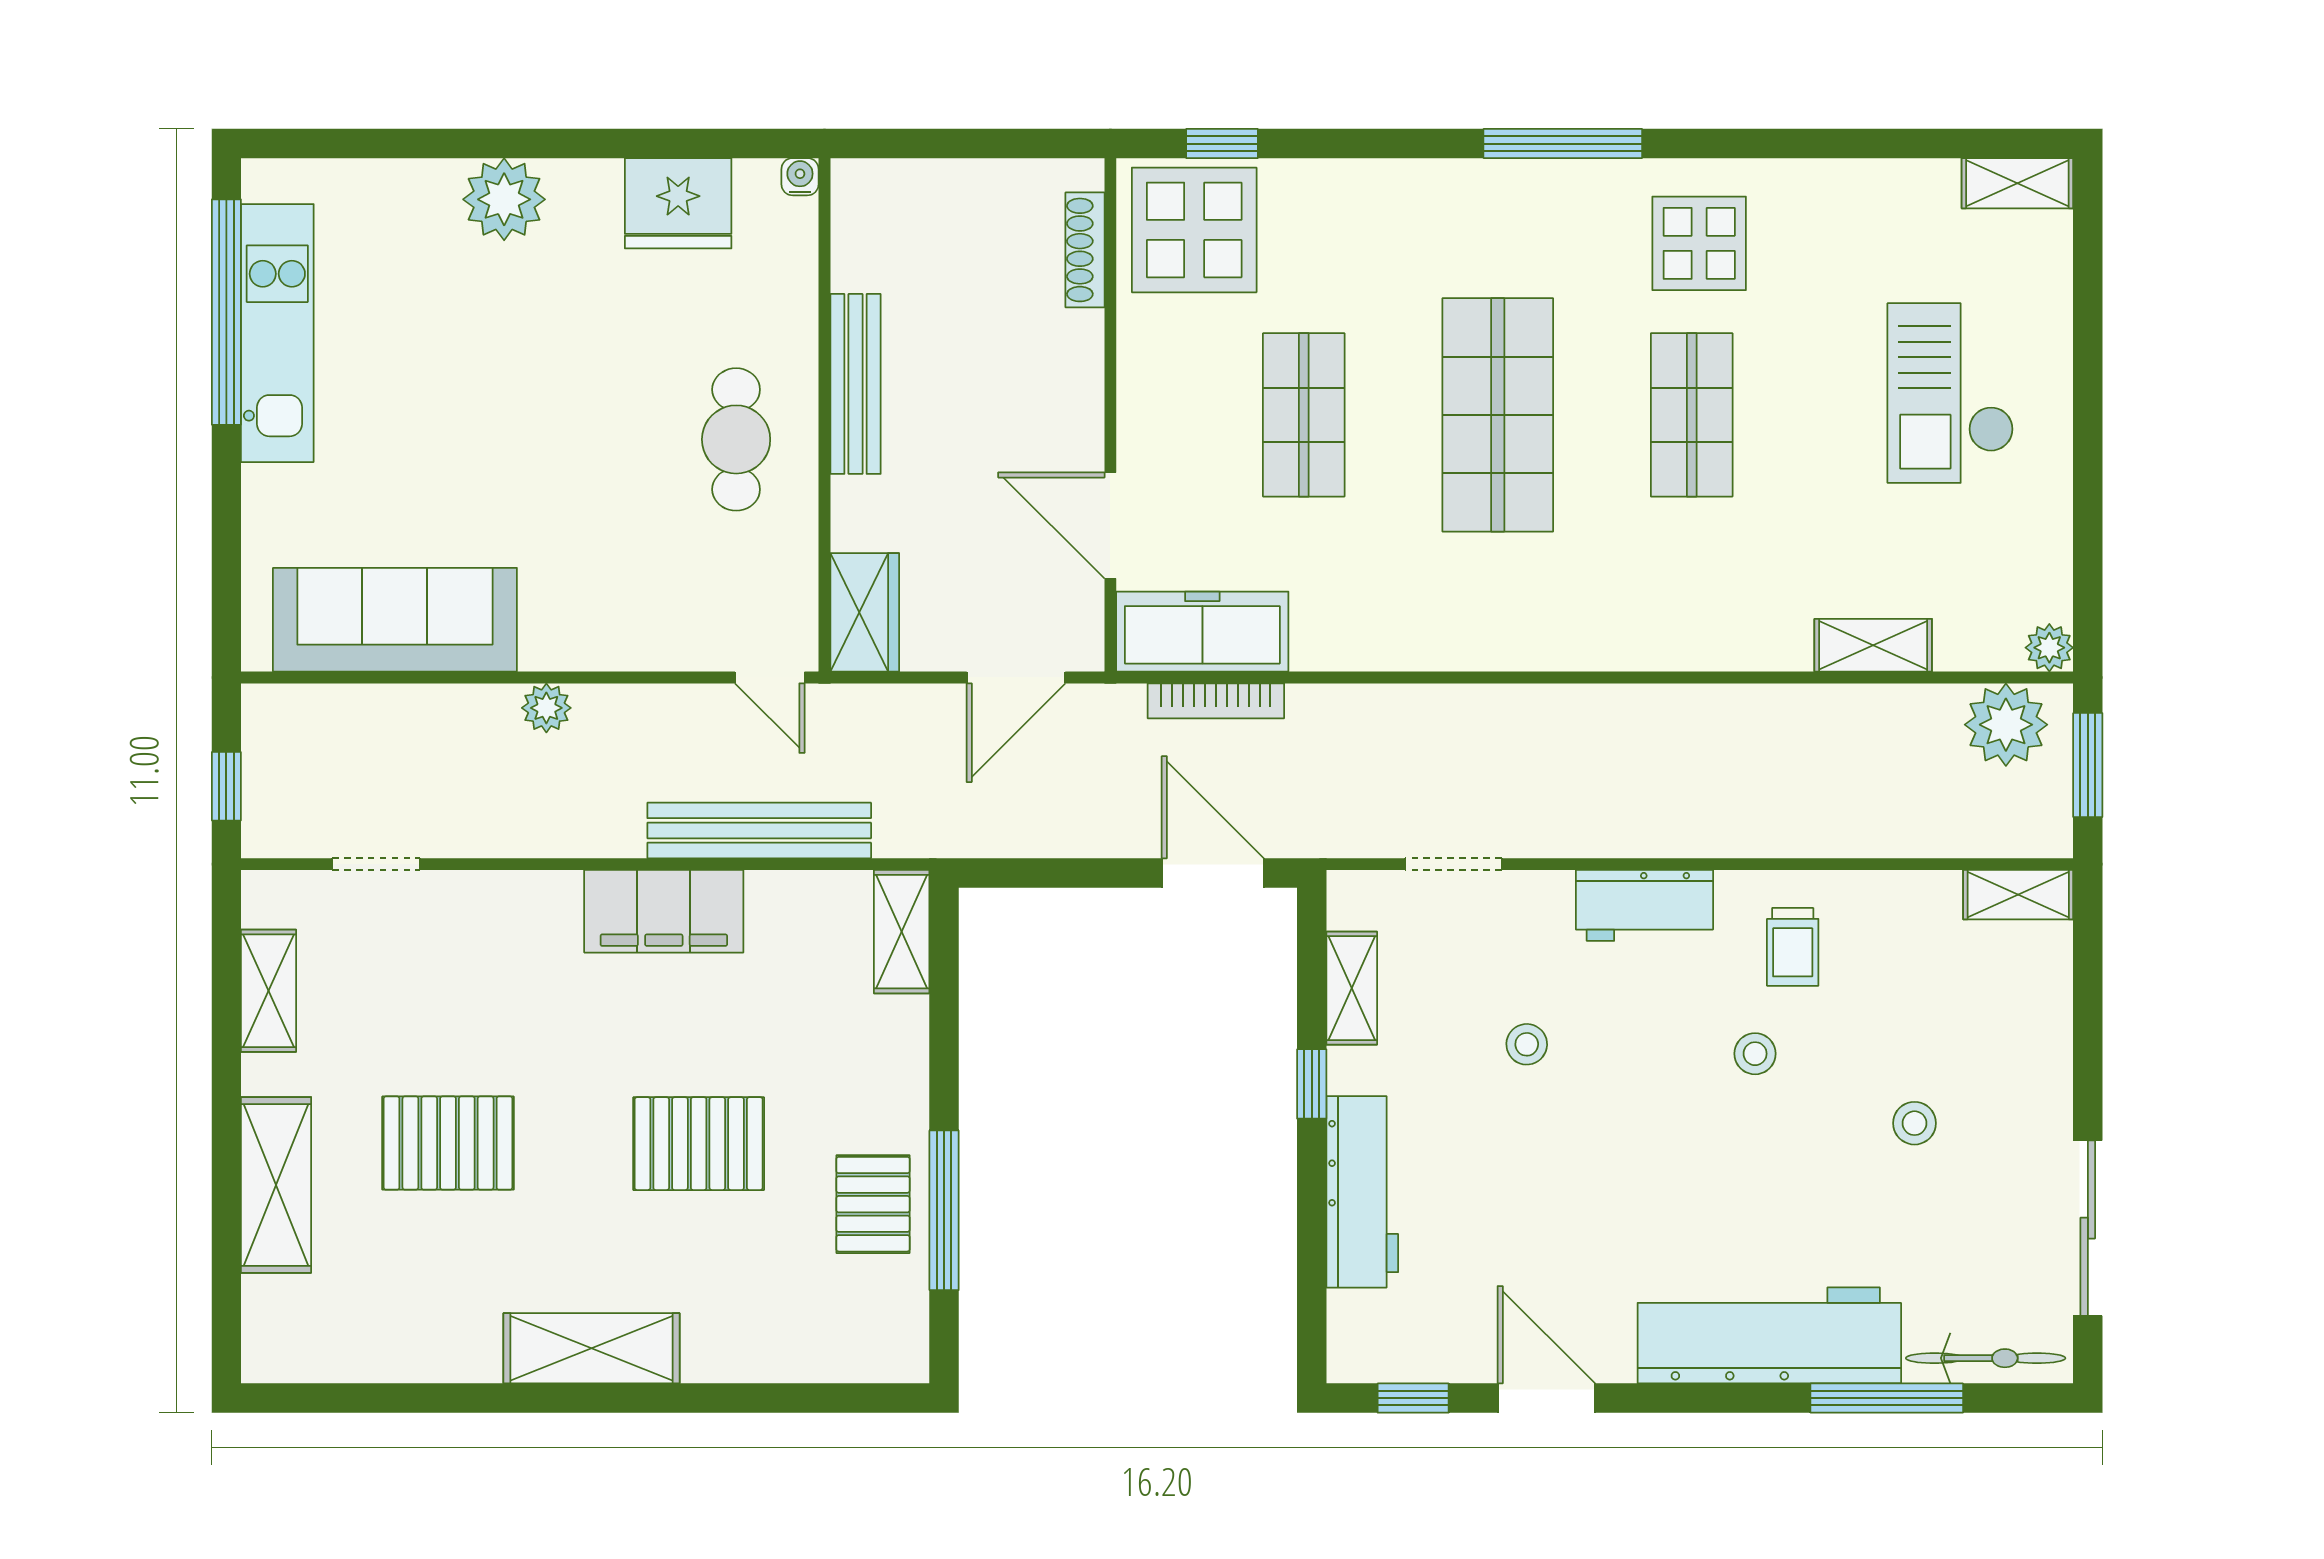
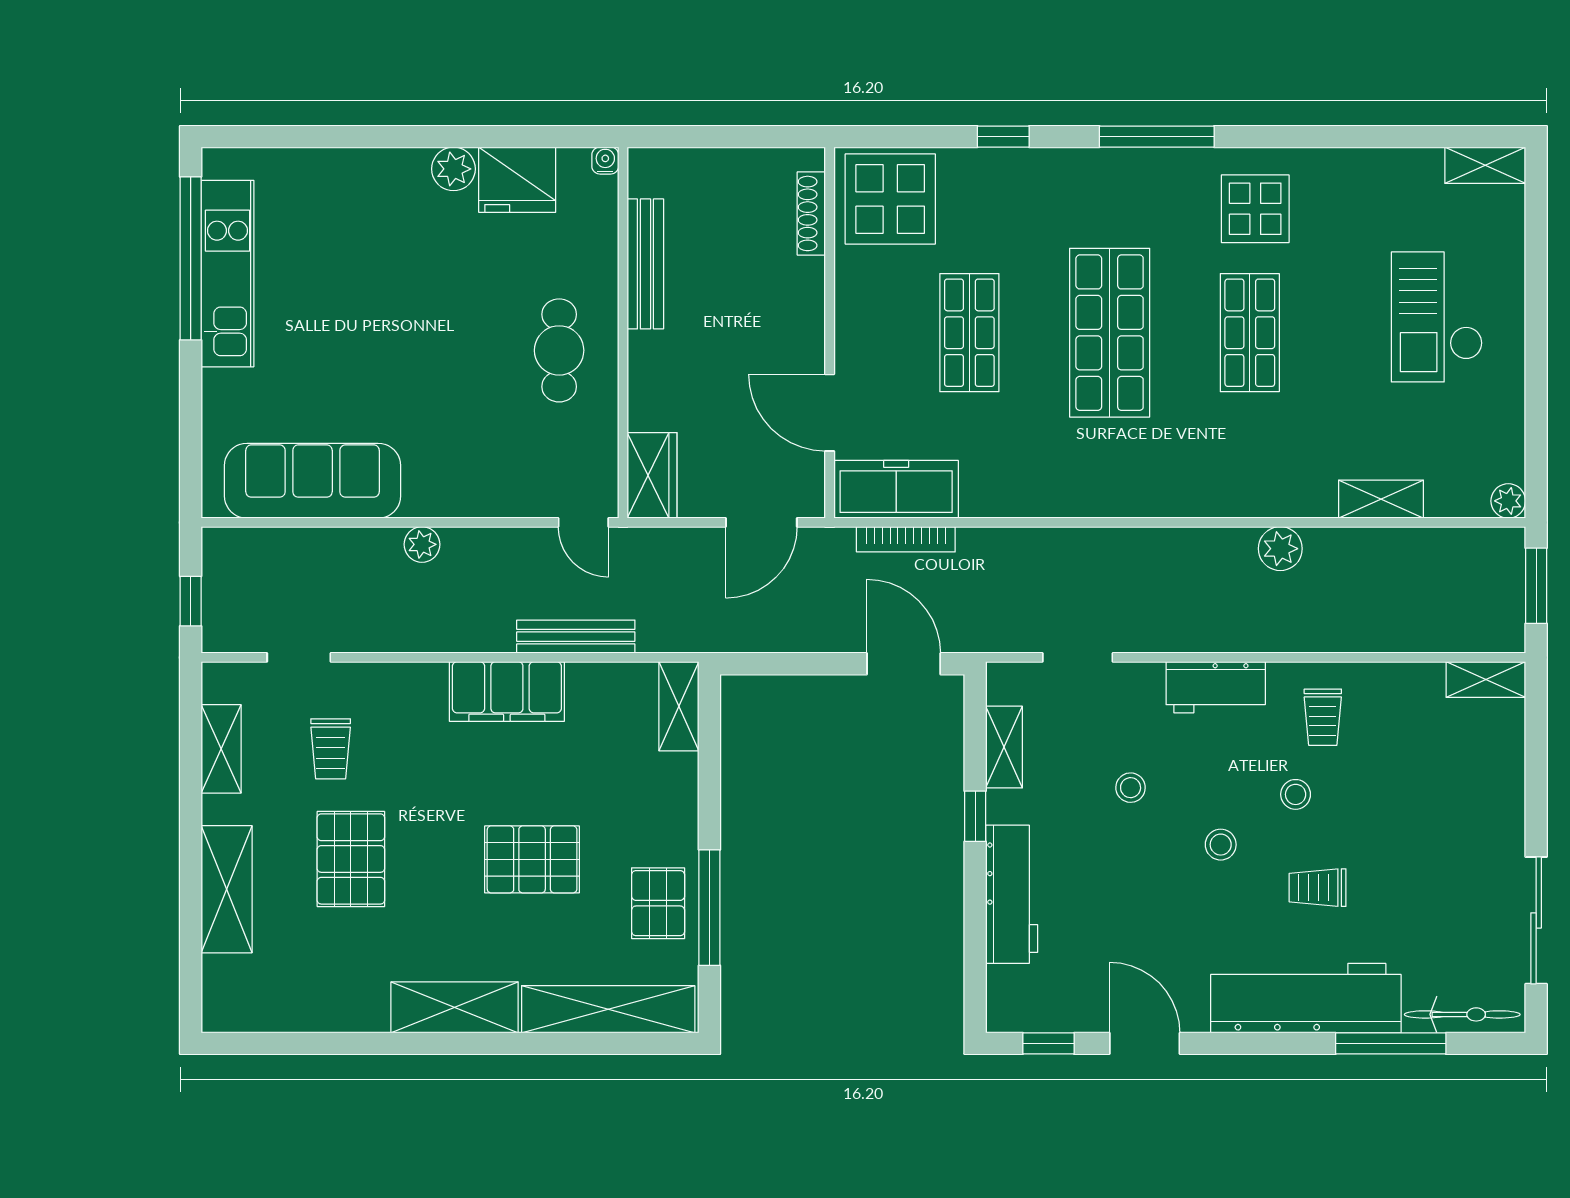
window: (1222, 144) -> (1003, 137), moved
plant: (504, 199) -> (453, 169), moved, width x0.73, depth x0.73
bench: (855, 384) -> (645, 264), moved
plant: (2006, 725) -> (1280, 549), moved, width x0.73, depth x0.73
bench: (759, 830) -> (576, 637), width x0.73, depth x0.82
trolley: (420, 991) -> (331, 749), added
stool: (1915, 1123) -> (1221, 845), moved
pallet: (448, 1143) -> (351, 859), turned 90
trolley: (1785, 1183) -> (1318, 888), added
shelving: (804, 1351) -> (608, 1009), added

